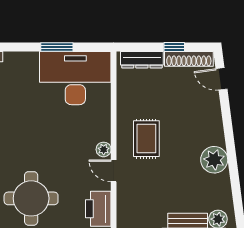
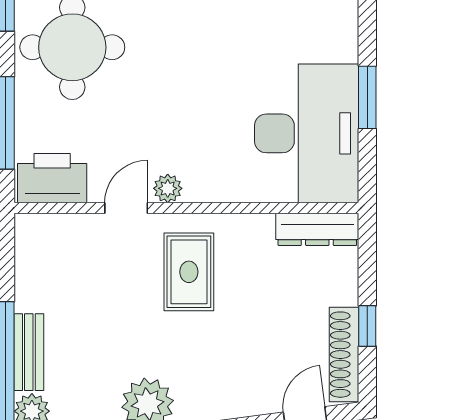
dresser: (142, 60) -> (317, 229), moved, turned -90
rug: (146, 139) -> (189, 272), turned 90

